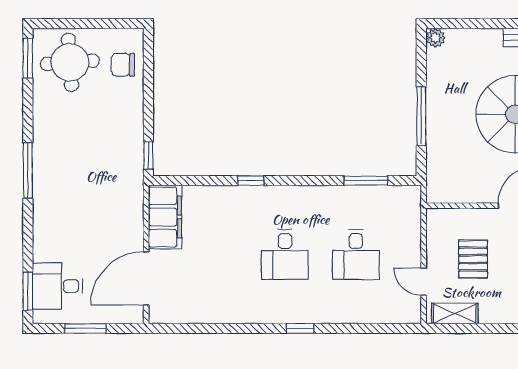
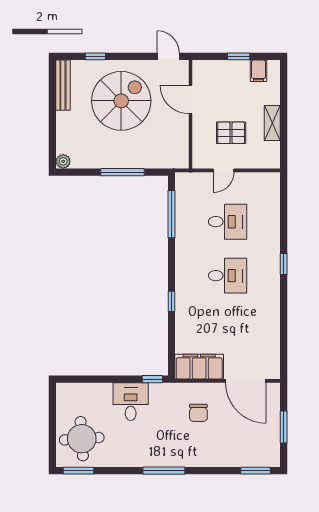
chair: (123, 65) -> (198, 413), moved
window: (366, 181) -> (172, 214), width x1.44
door: (424, 282) -> (224, 170), moved
desk: (57, 286) -> (131, 402), moved, turned 180
shelving: (455, 313) -> (272, 123), moved

